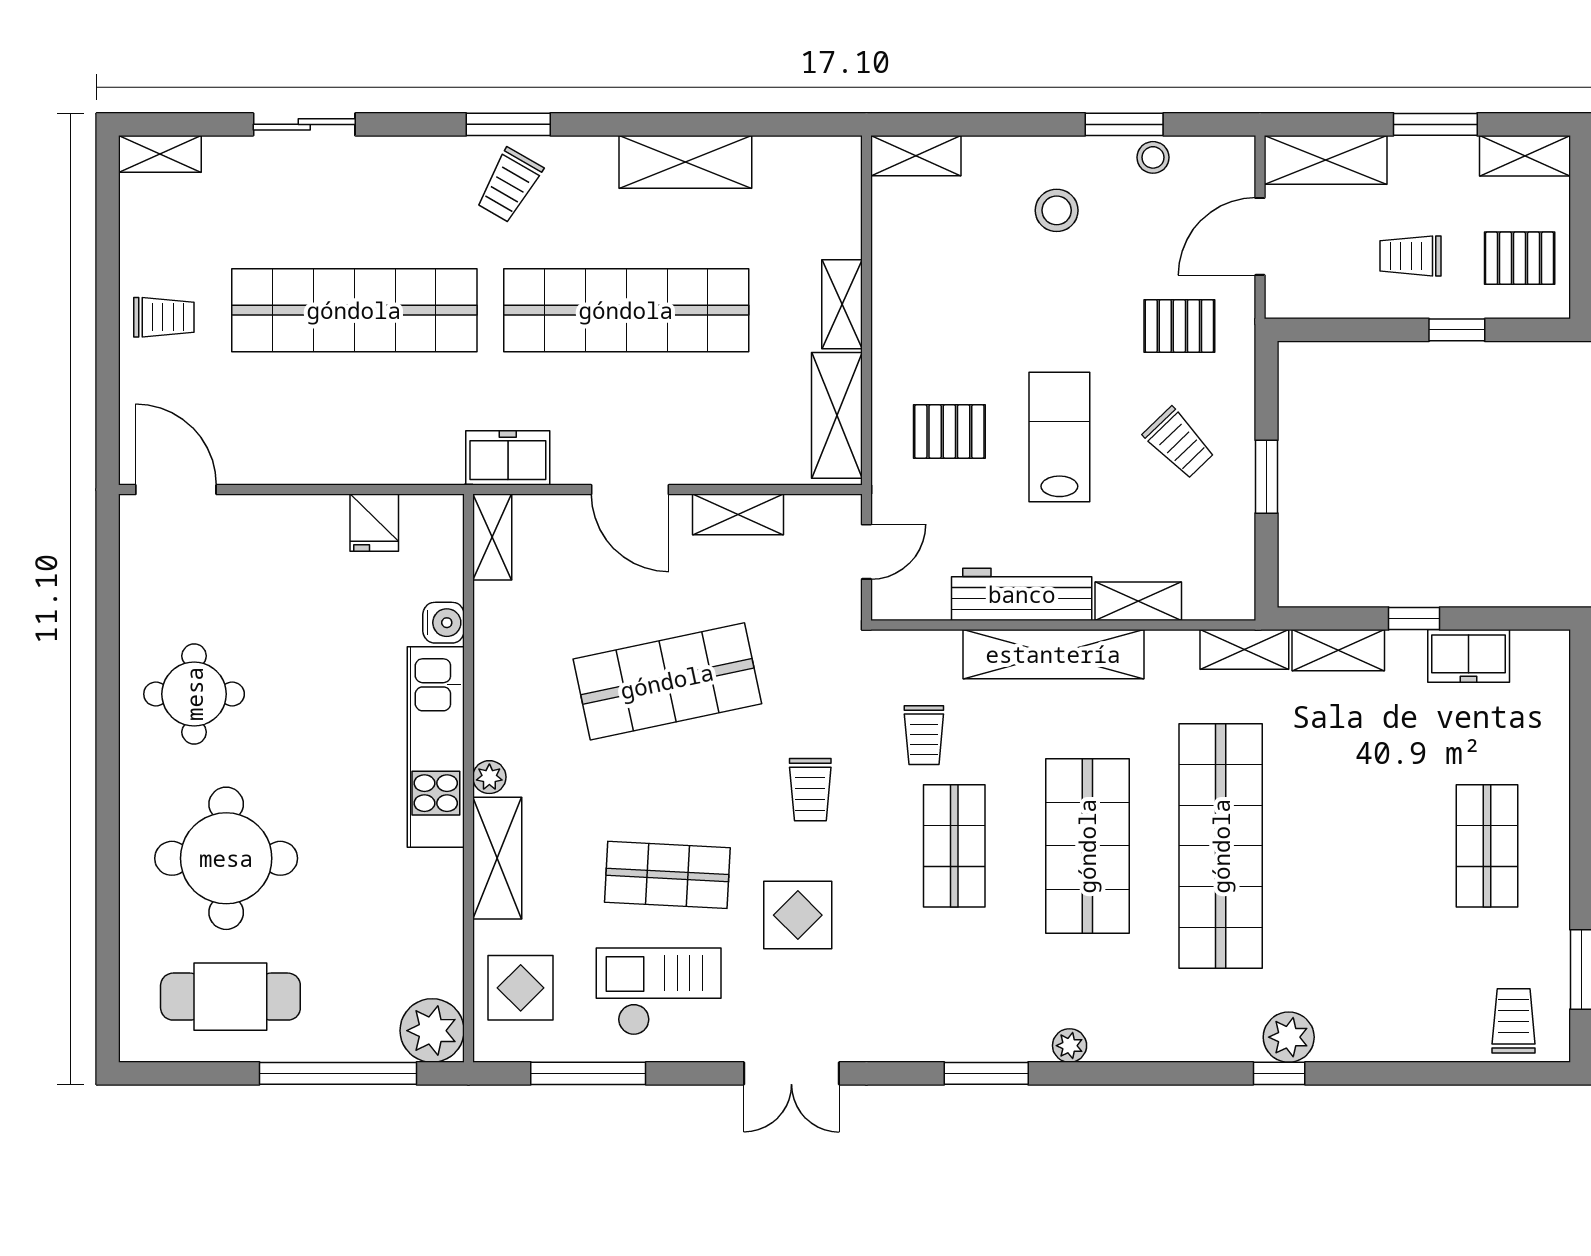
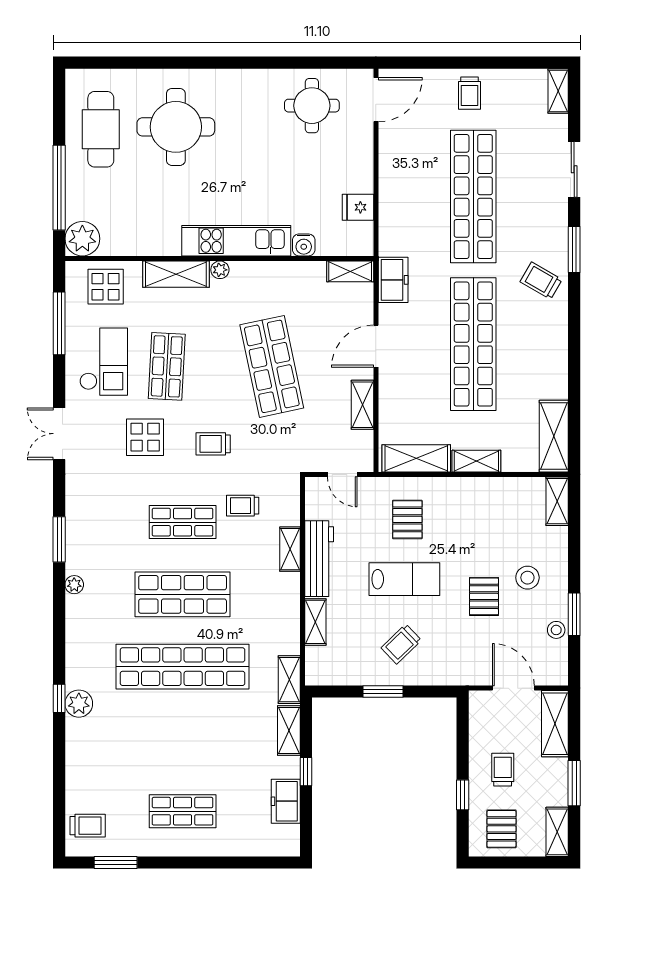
window: (508, 124) -> (574, 249), moved
shelving: (685, 162) -> (554, 436), moved
pallet: (1179, 326) -> (484, 596), moved
shelving: (1053, 654) -> (290, 549), width x0.45, depth x0.75
round table: (194, 694) -> (312, 106), moved

